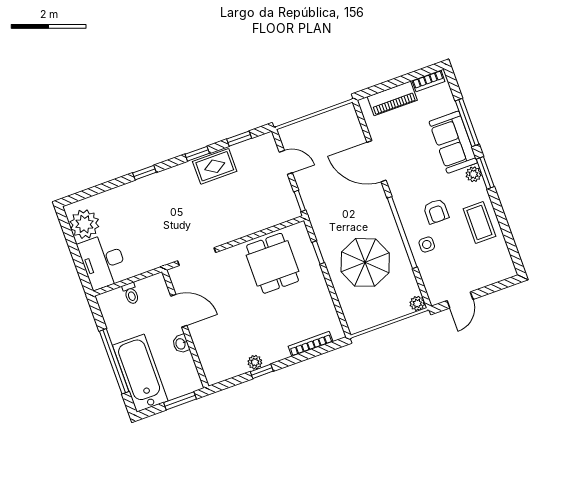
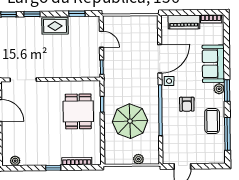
window: (467, 123) -> (227, 134), moved
window: (197, 154) -> (32, 14), moved
door: (376, 161) -> (160, 59), swing flipped
side table: (427, 245) -> (169, 81), moved
dining table: (273, 263) -> (78, 111), moved
plant: (417, 303) -> (138, 159), moved
plant: (255, 362) -> (15, 161), moved
window: (262, 371) -> (53, 168), moved

